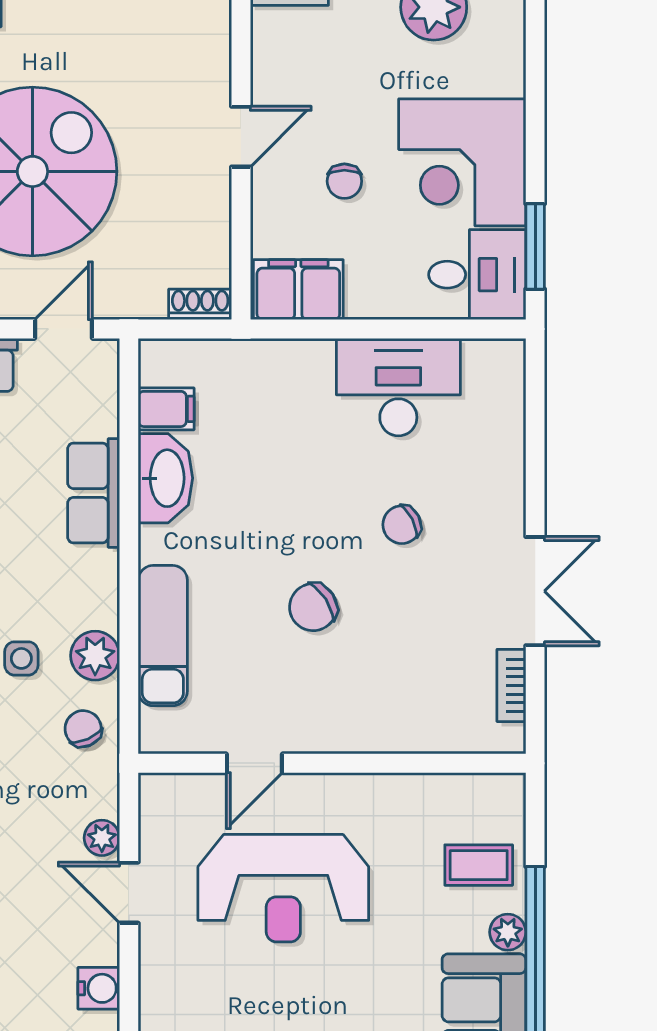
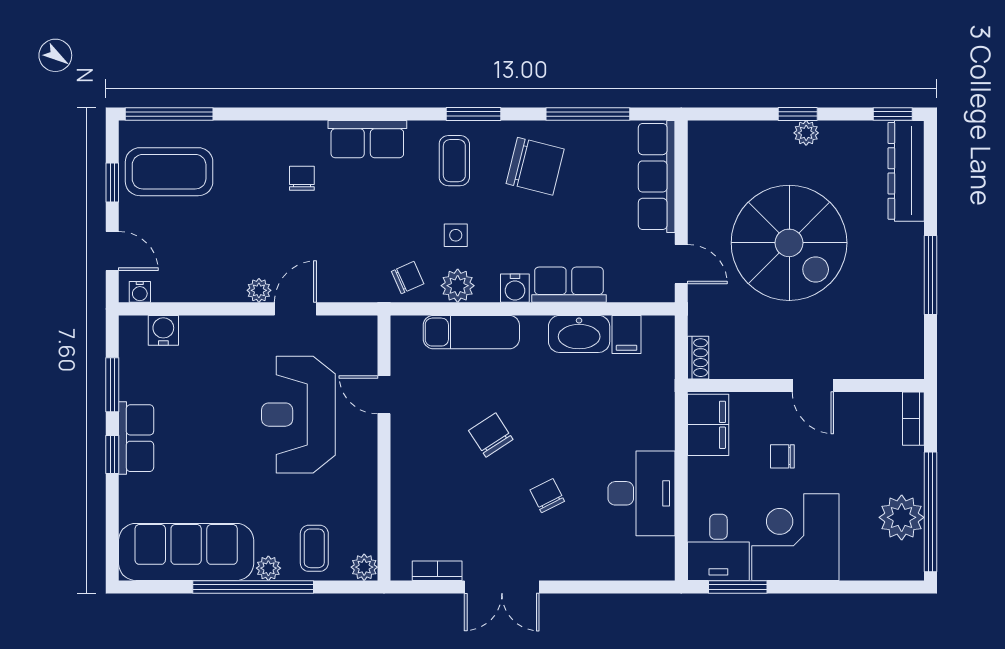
plant: (506, 792) -> (364, 567), added
plant: (102, 838) -> (259, 290), moved
water cooler: (99, 988) -> (515, 288), moved

